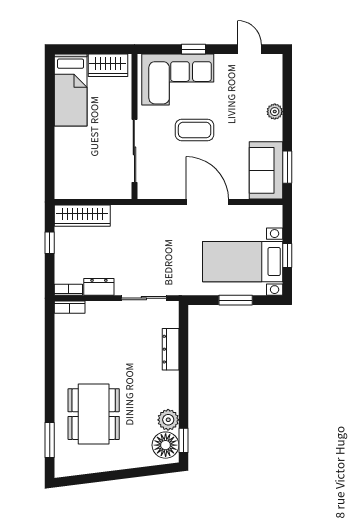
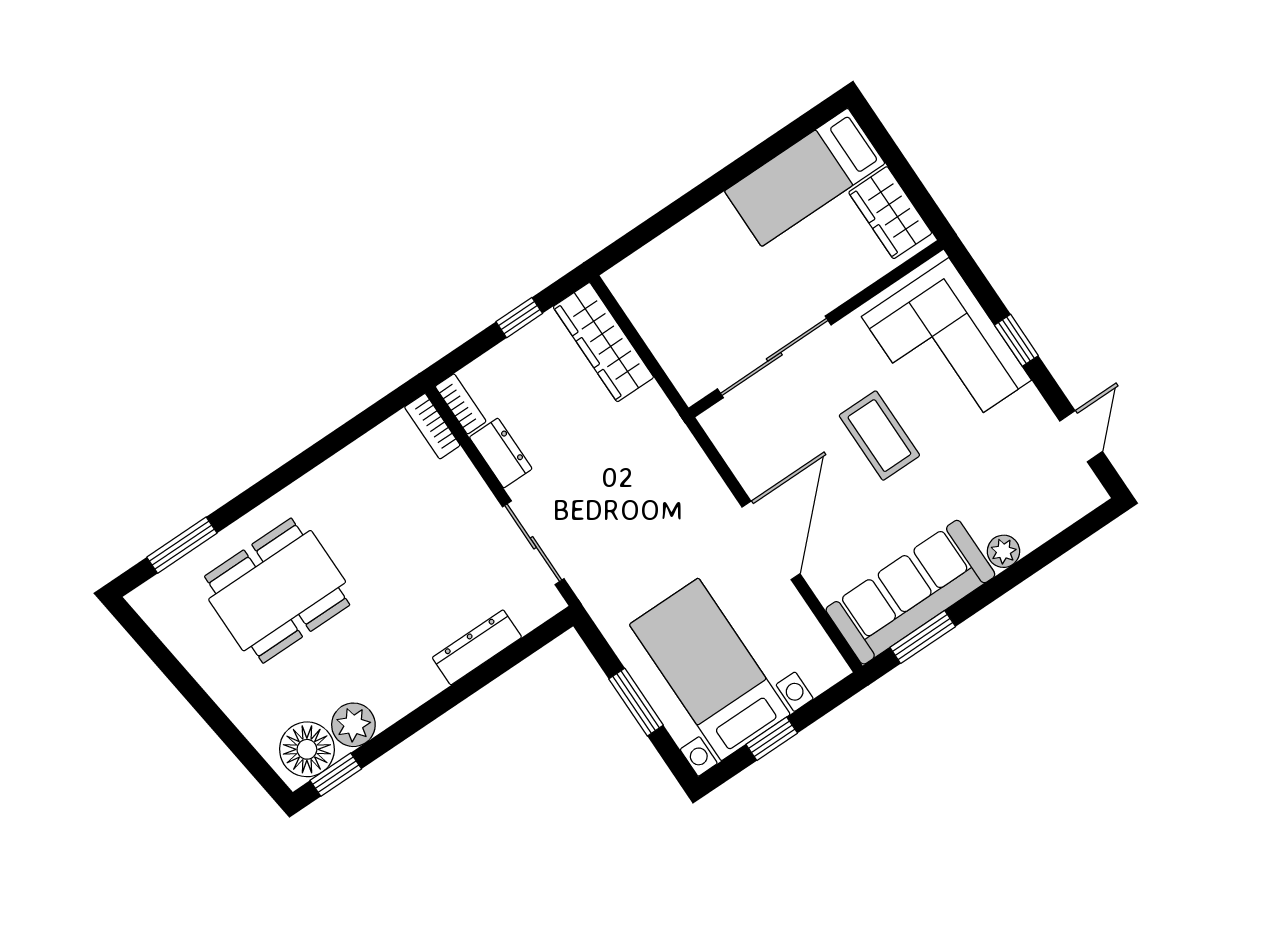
sofa: (266, 170) -> (910, 592), width x1.36

